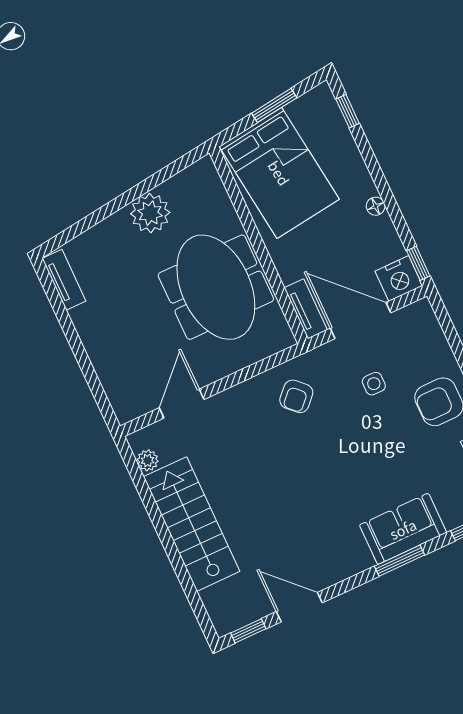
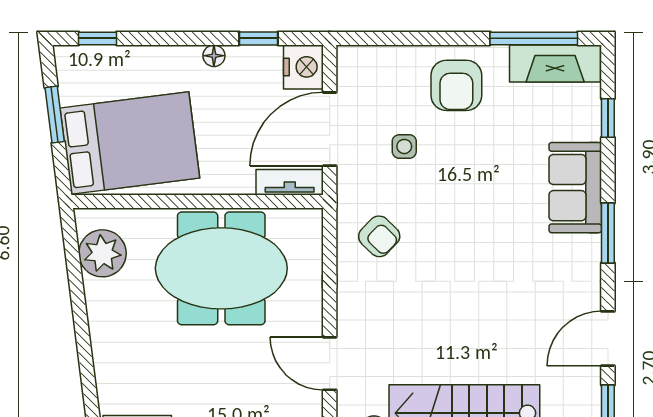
plant: (150, 213) -> (102, 253), moved
window: (418, 263) -> (258, 38), moved
window: (400, 561) -> (608, 233), moved

